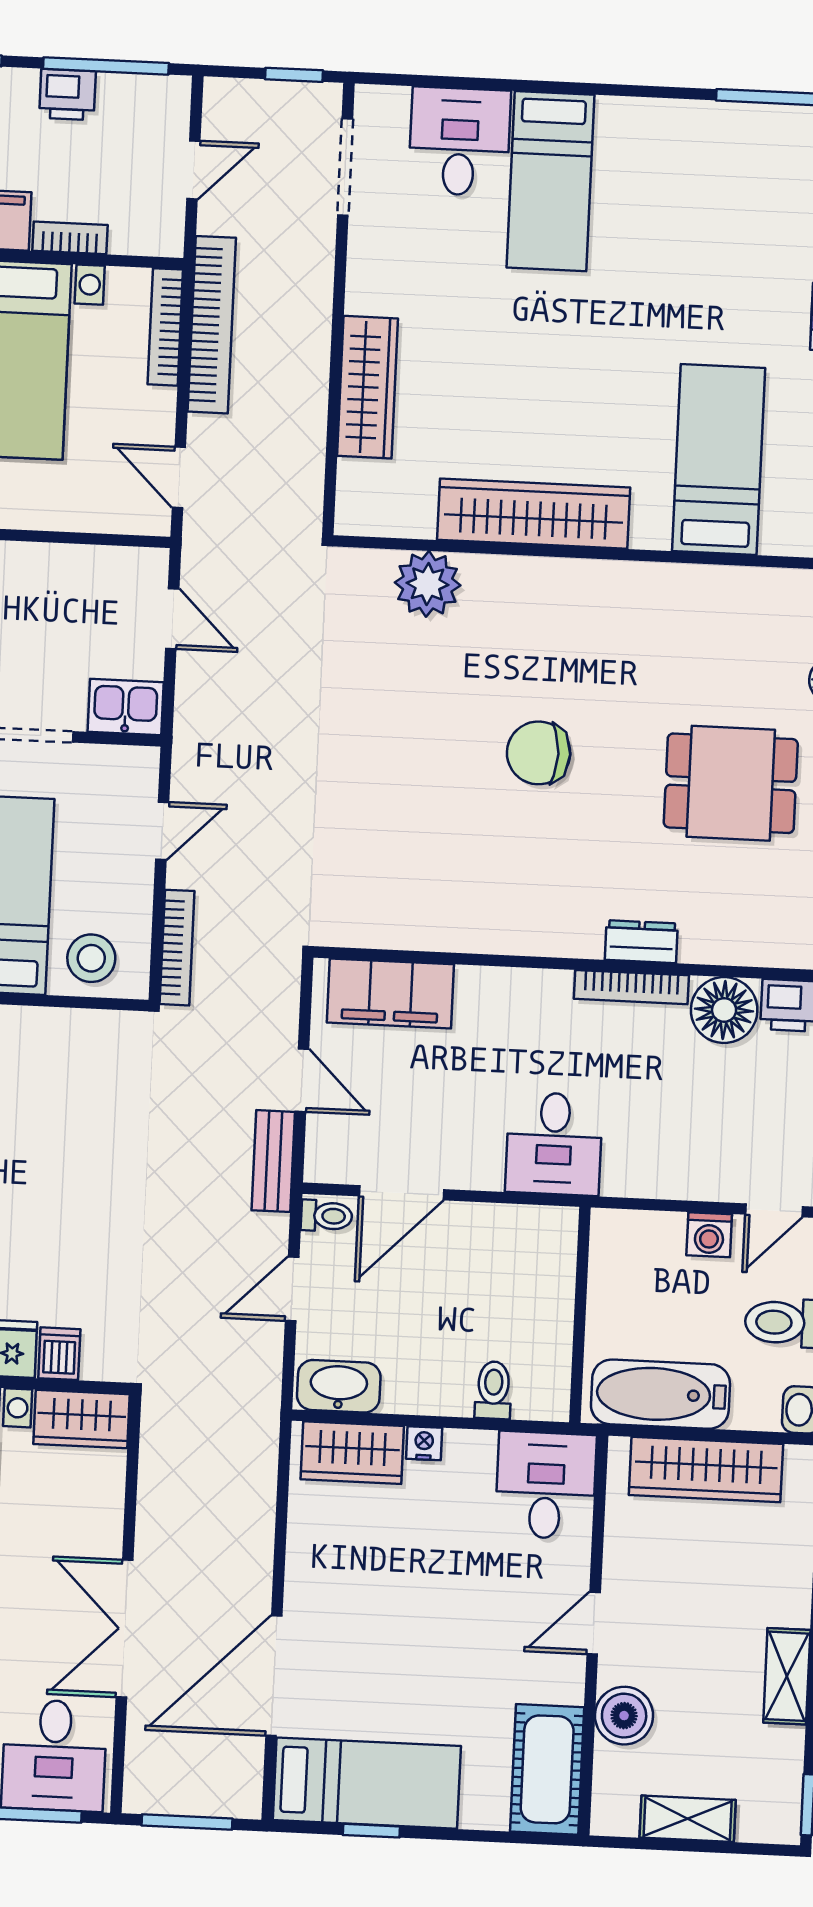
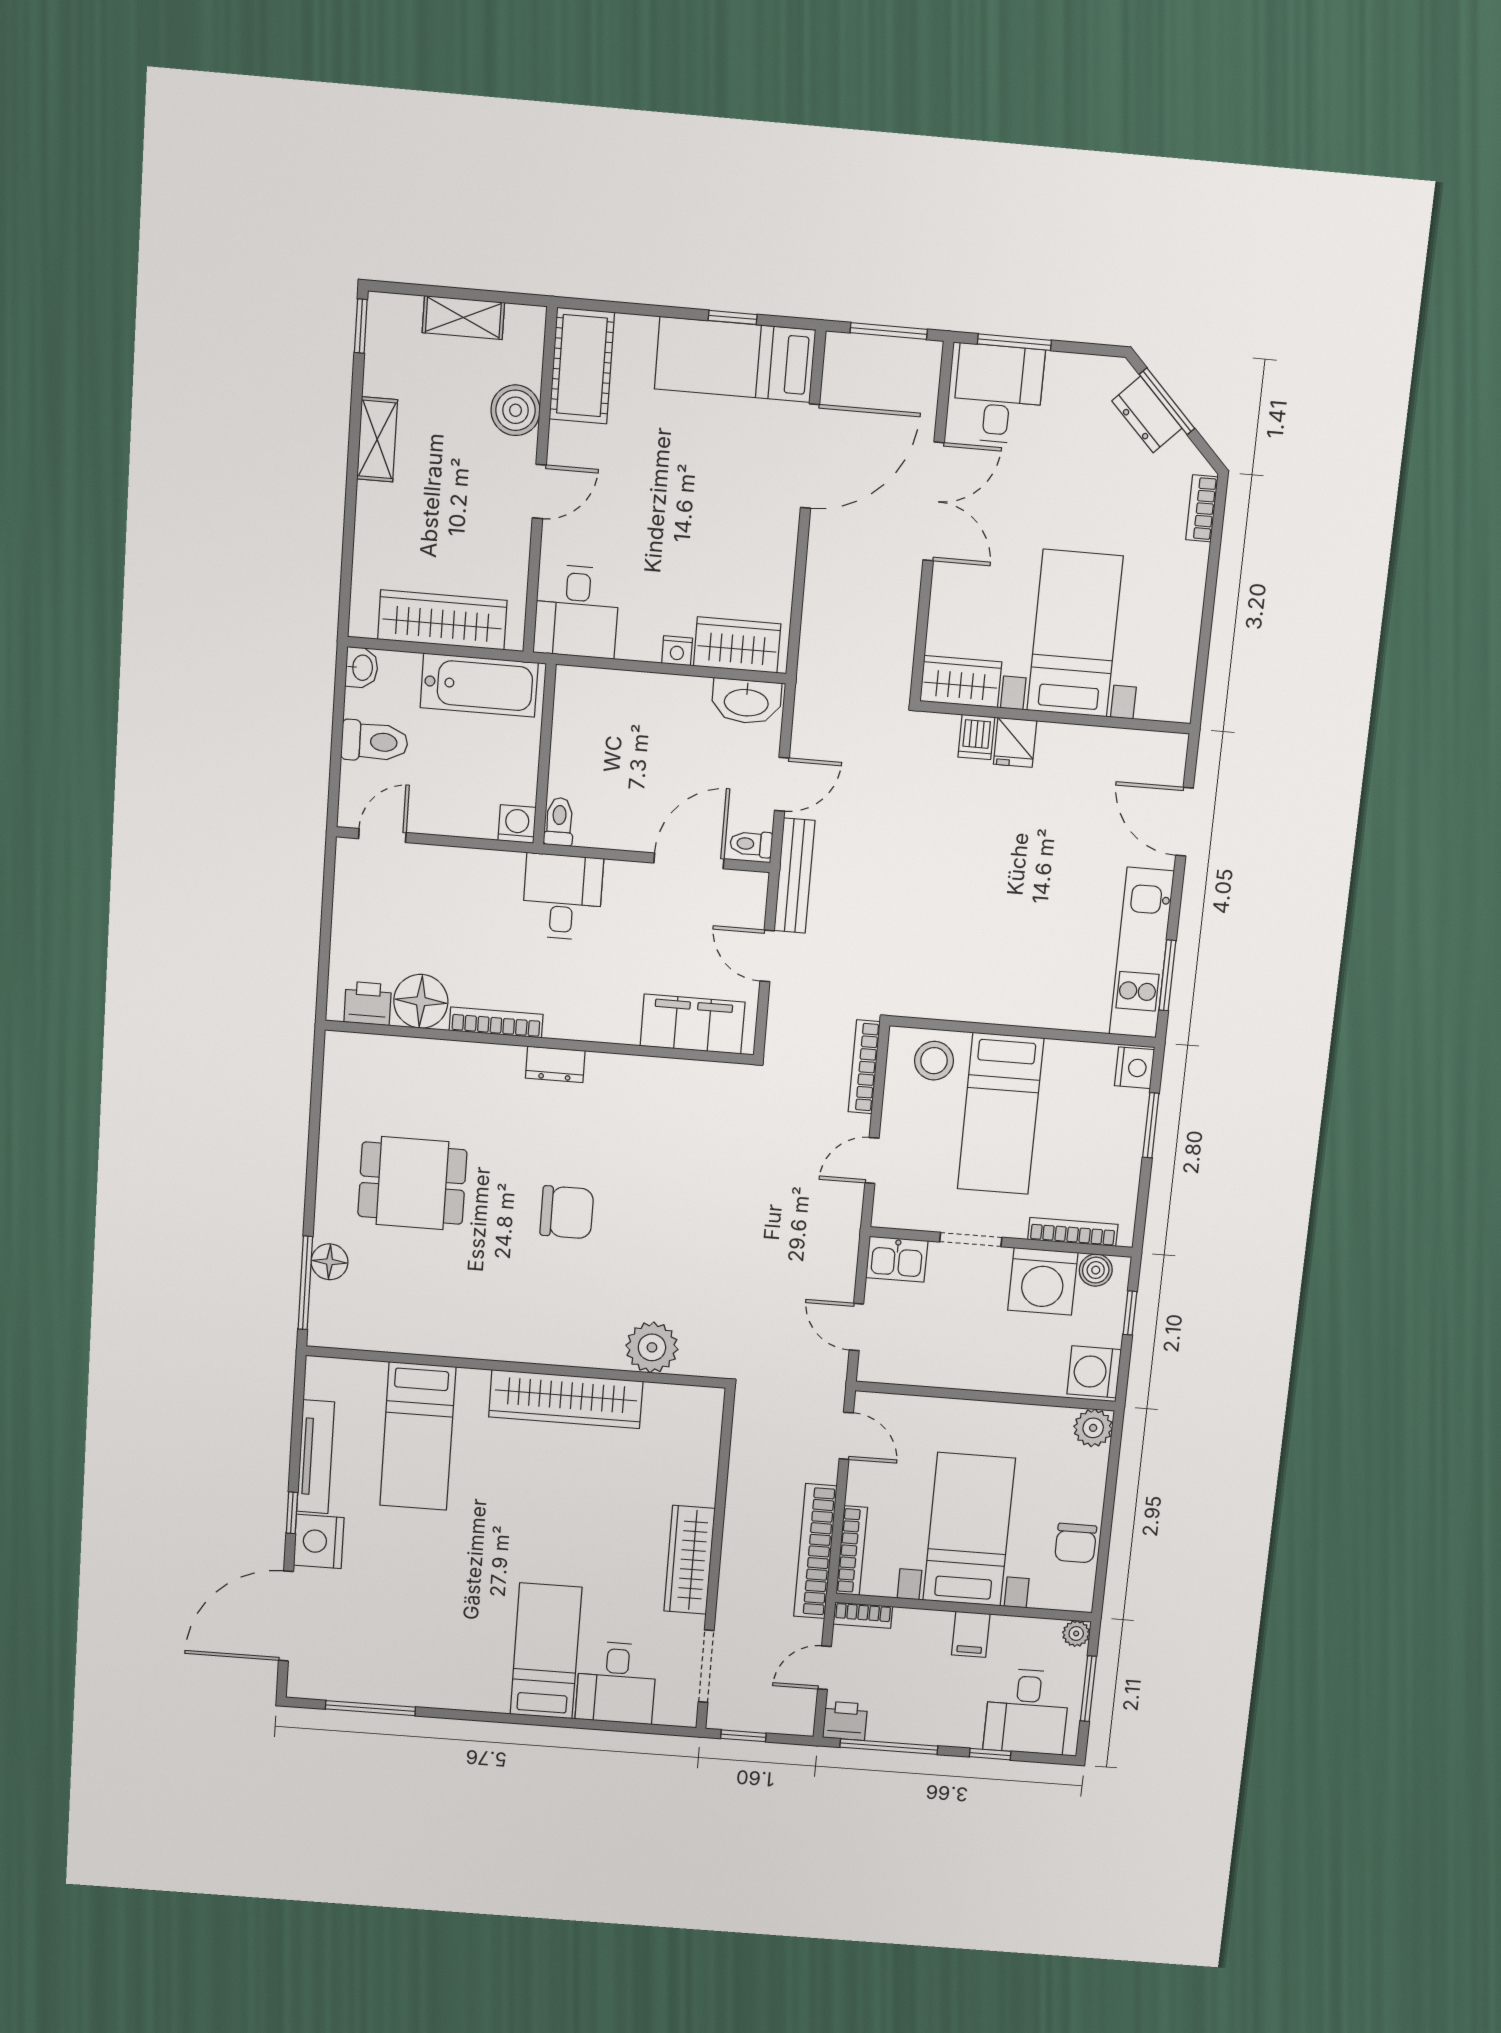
printer: (67, 95) -> (845, 1721), moved
bookcase: (70, 238) -> (863, 1615), moved
wardrobe: (368, 387) -> (689, 1560), moved
dresser: (641, 942) -> (555, 1064), moved
bench: (273, 1161) -> (794, 876), width x1.36
washing machine: (709, 1235) -> (517, 824), moved
toilet: (493, 1390) -> (559, 822), moved, turned 180

